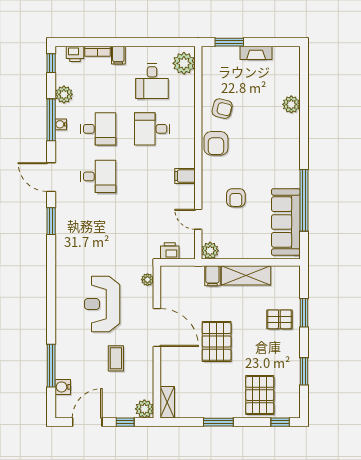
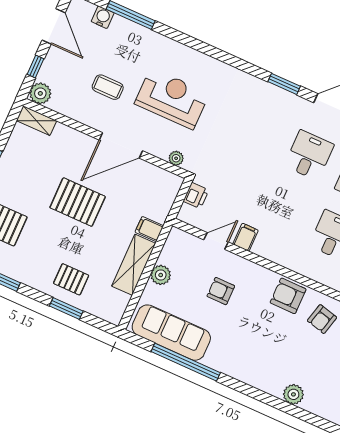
desk: (98, 176) -> (309, 155), turned 180
filing cabinet: (185, 176) -> (246, 237), moved
plant: (210, 251) -> (161, 275), moved
pallet: (279, 319) -> (71, 279), turned 90

